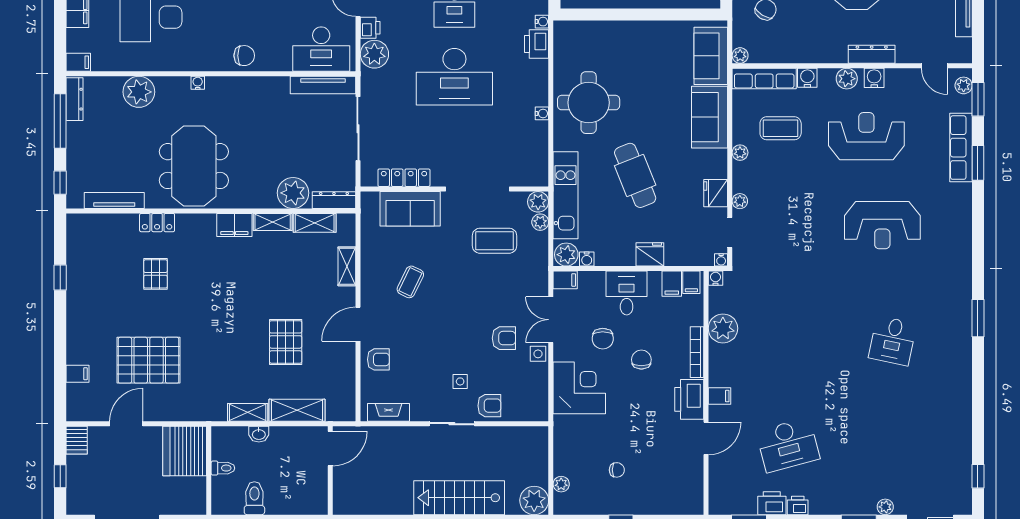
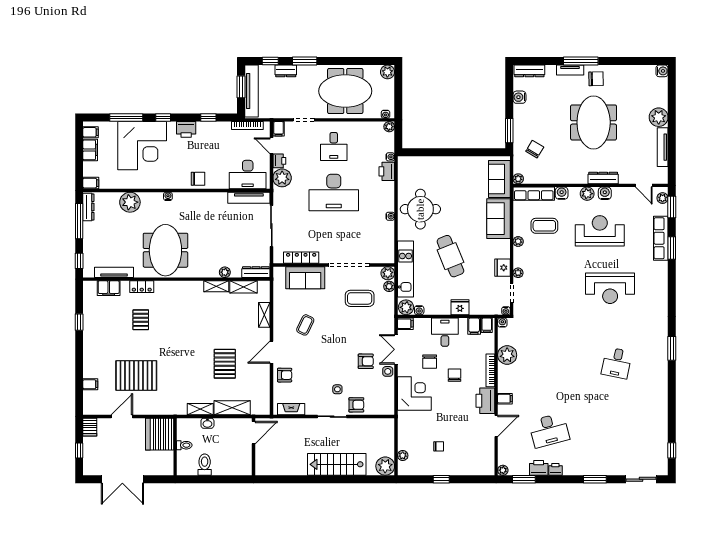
plant: (293, 193) -> (225, 272), width x0.53, depth x0.53
filing cabinet: (234, 225) -> (109, 288), moved
plant: (885, 507) -> (503, 470), moved

